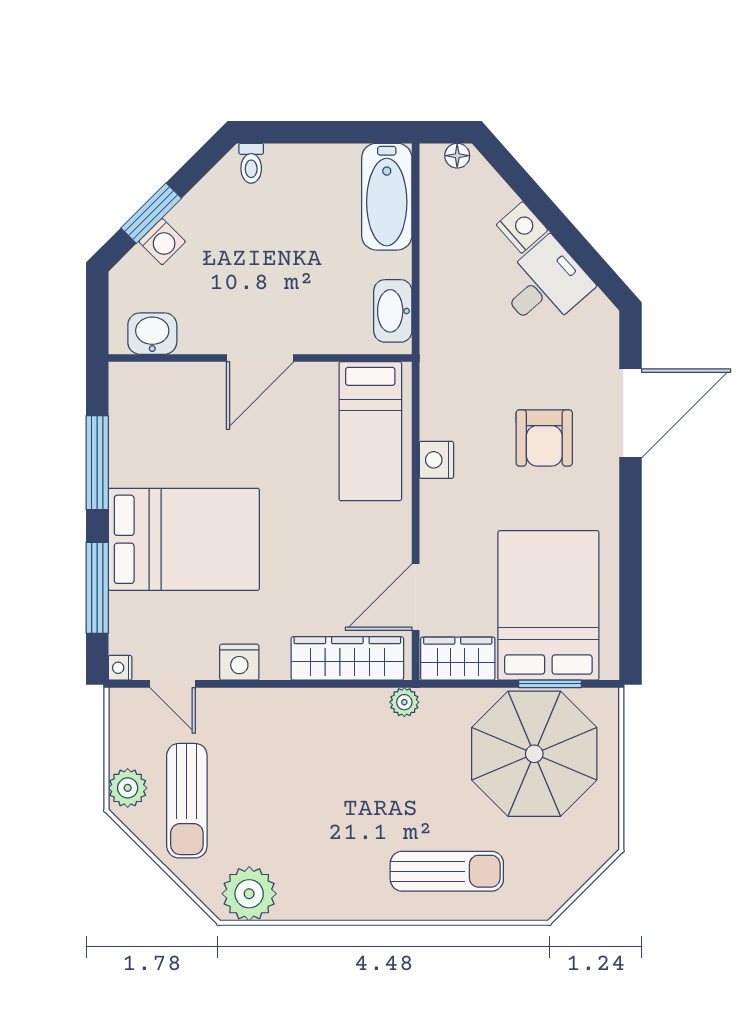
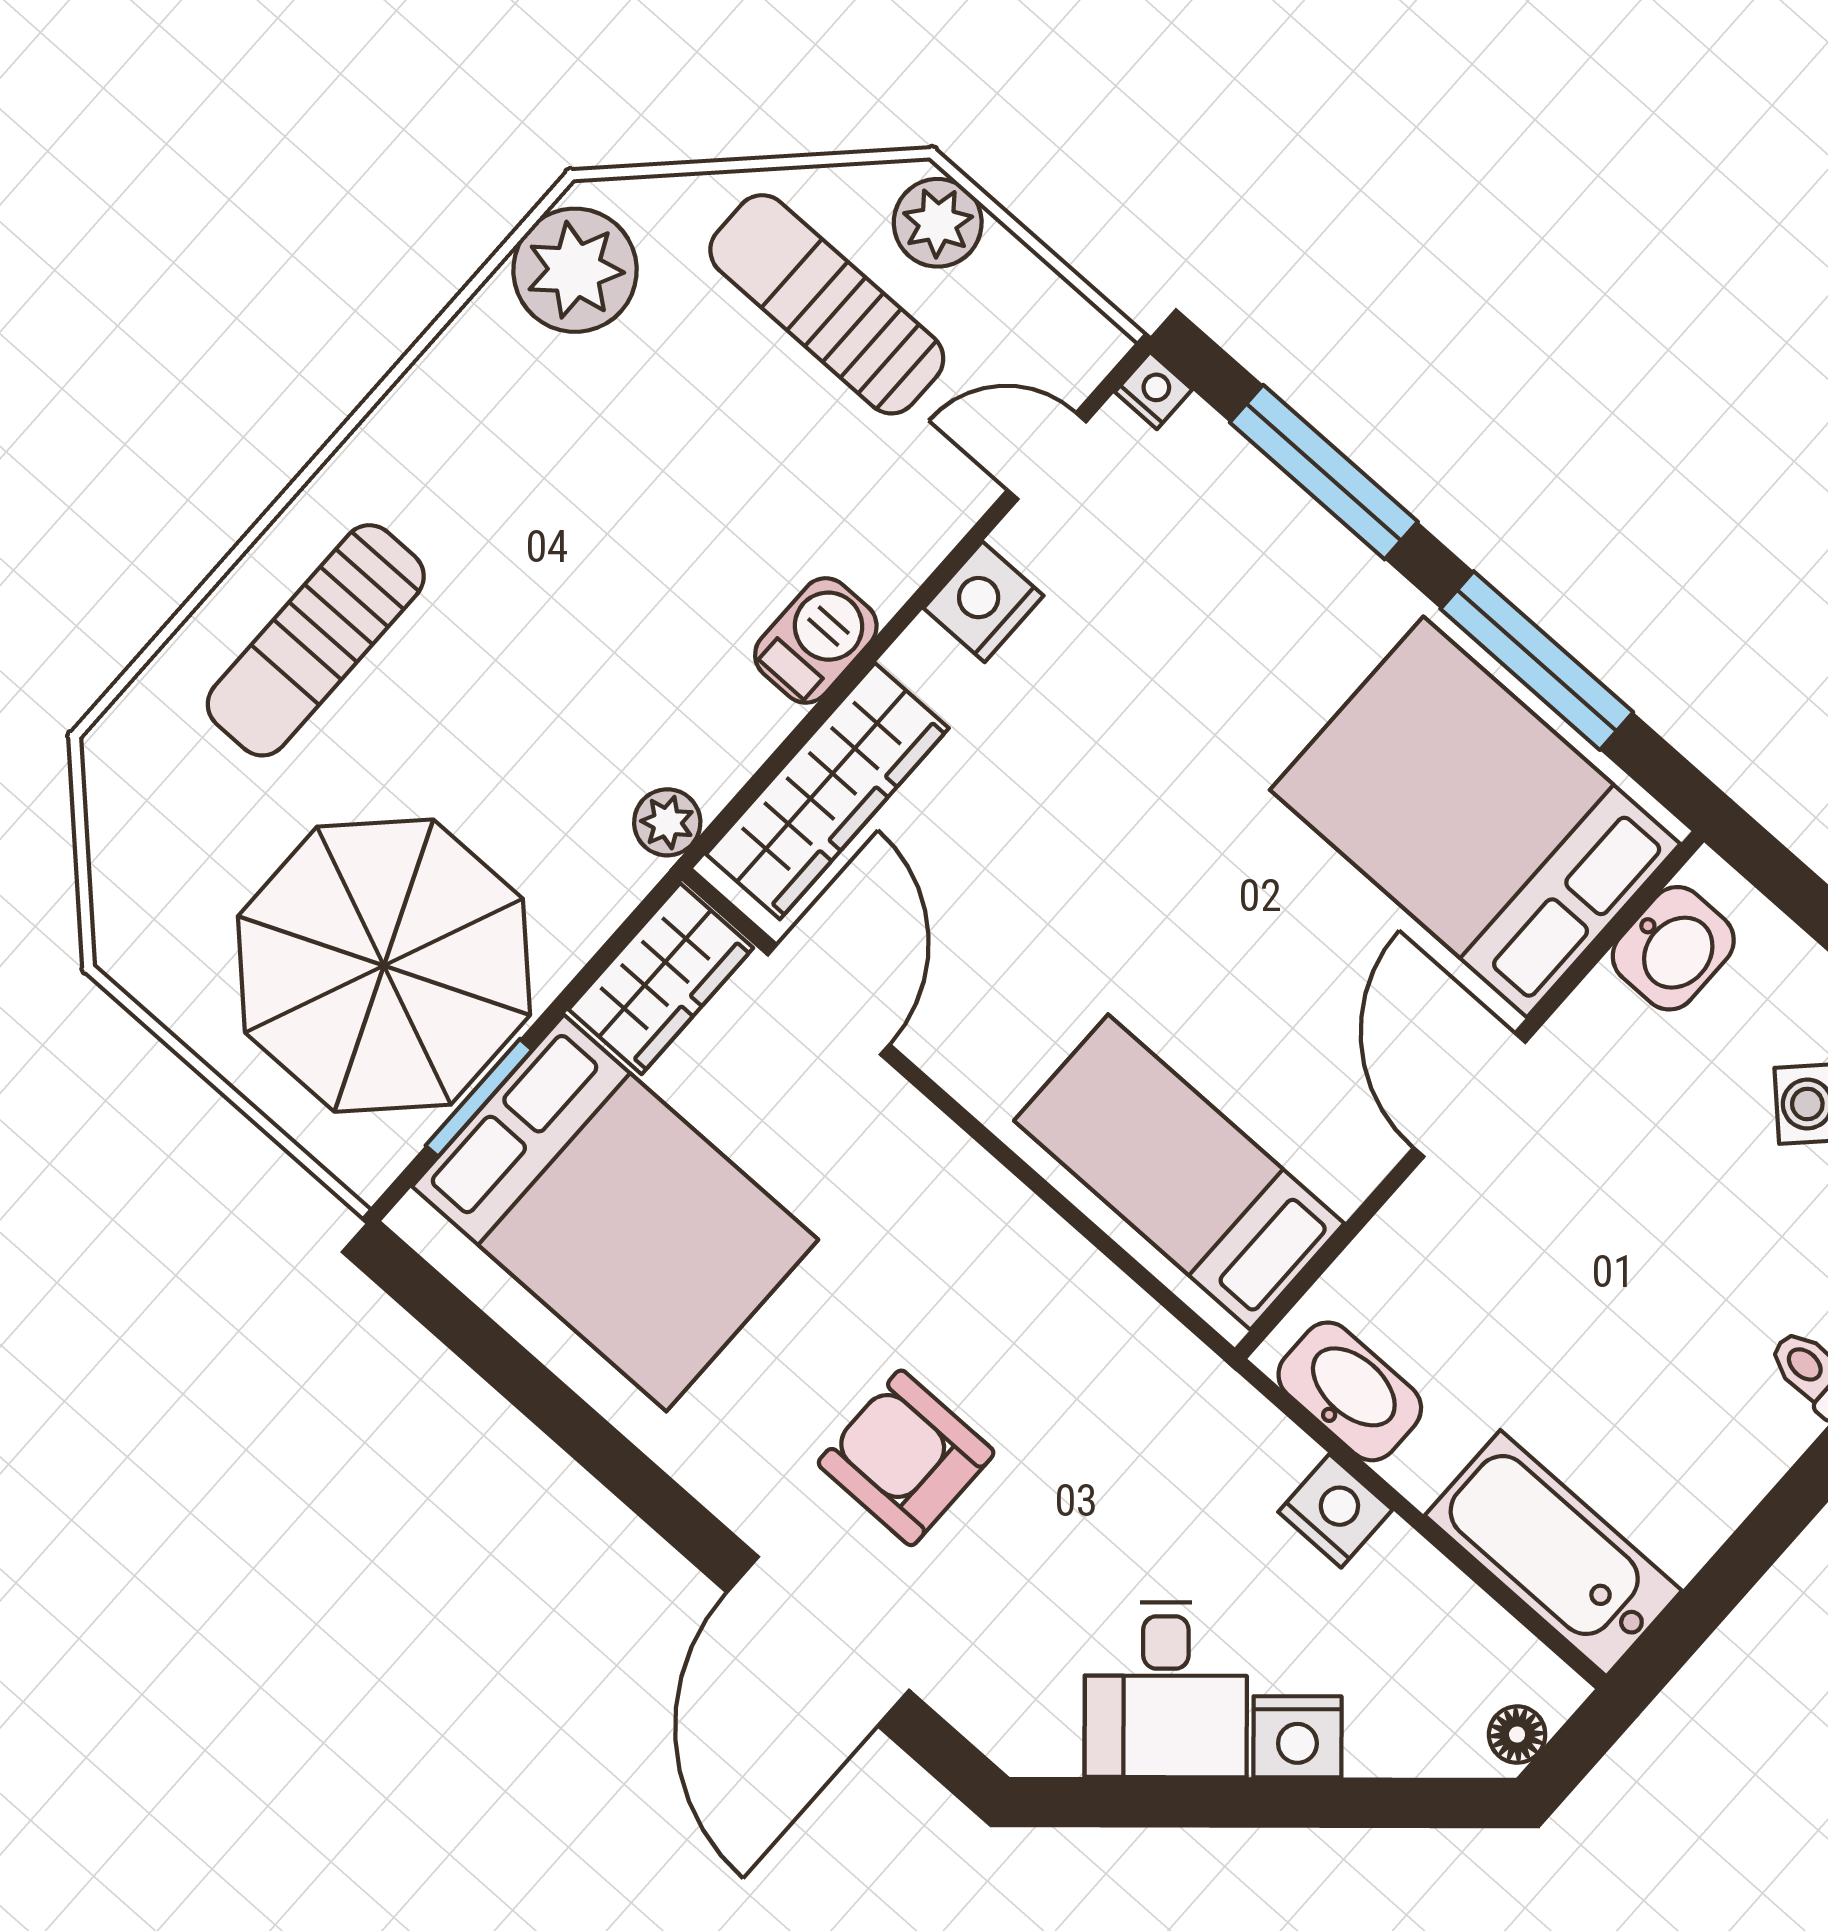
nightstand: (436, 460) -> (1335, 1511), moved
bed: (184, 539) -> (1475, 817), moved, turned 90
barbecue: (301, 706) -> (816, 640), added

